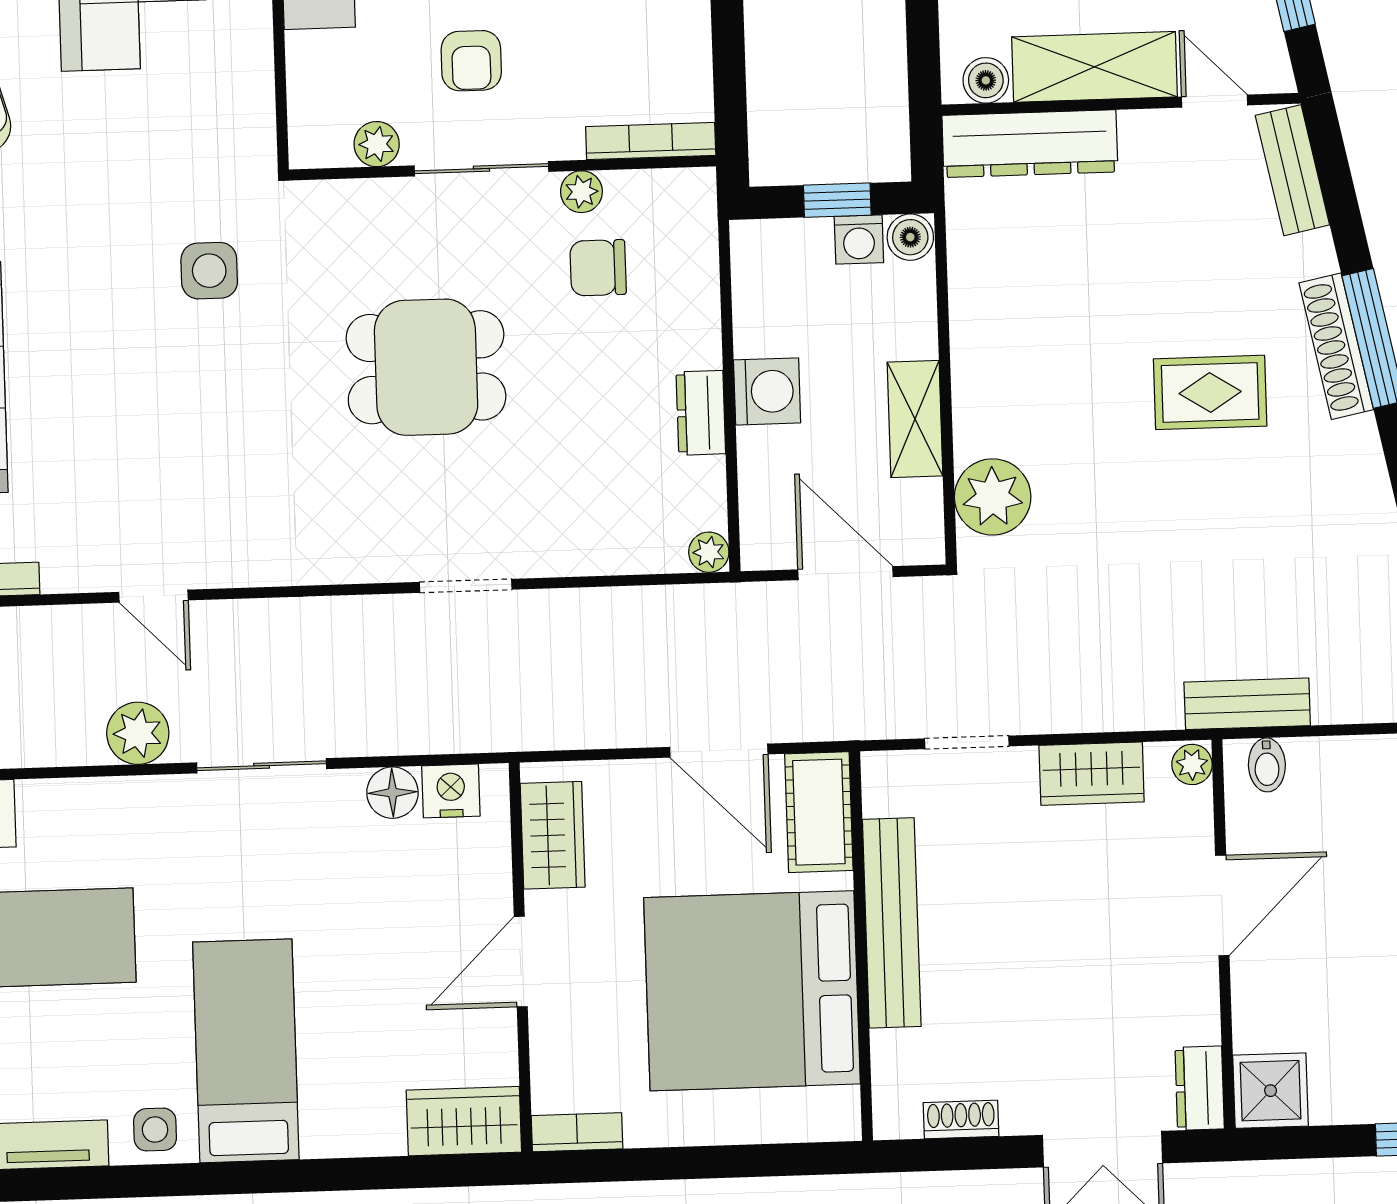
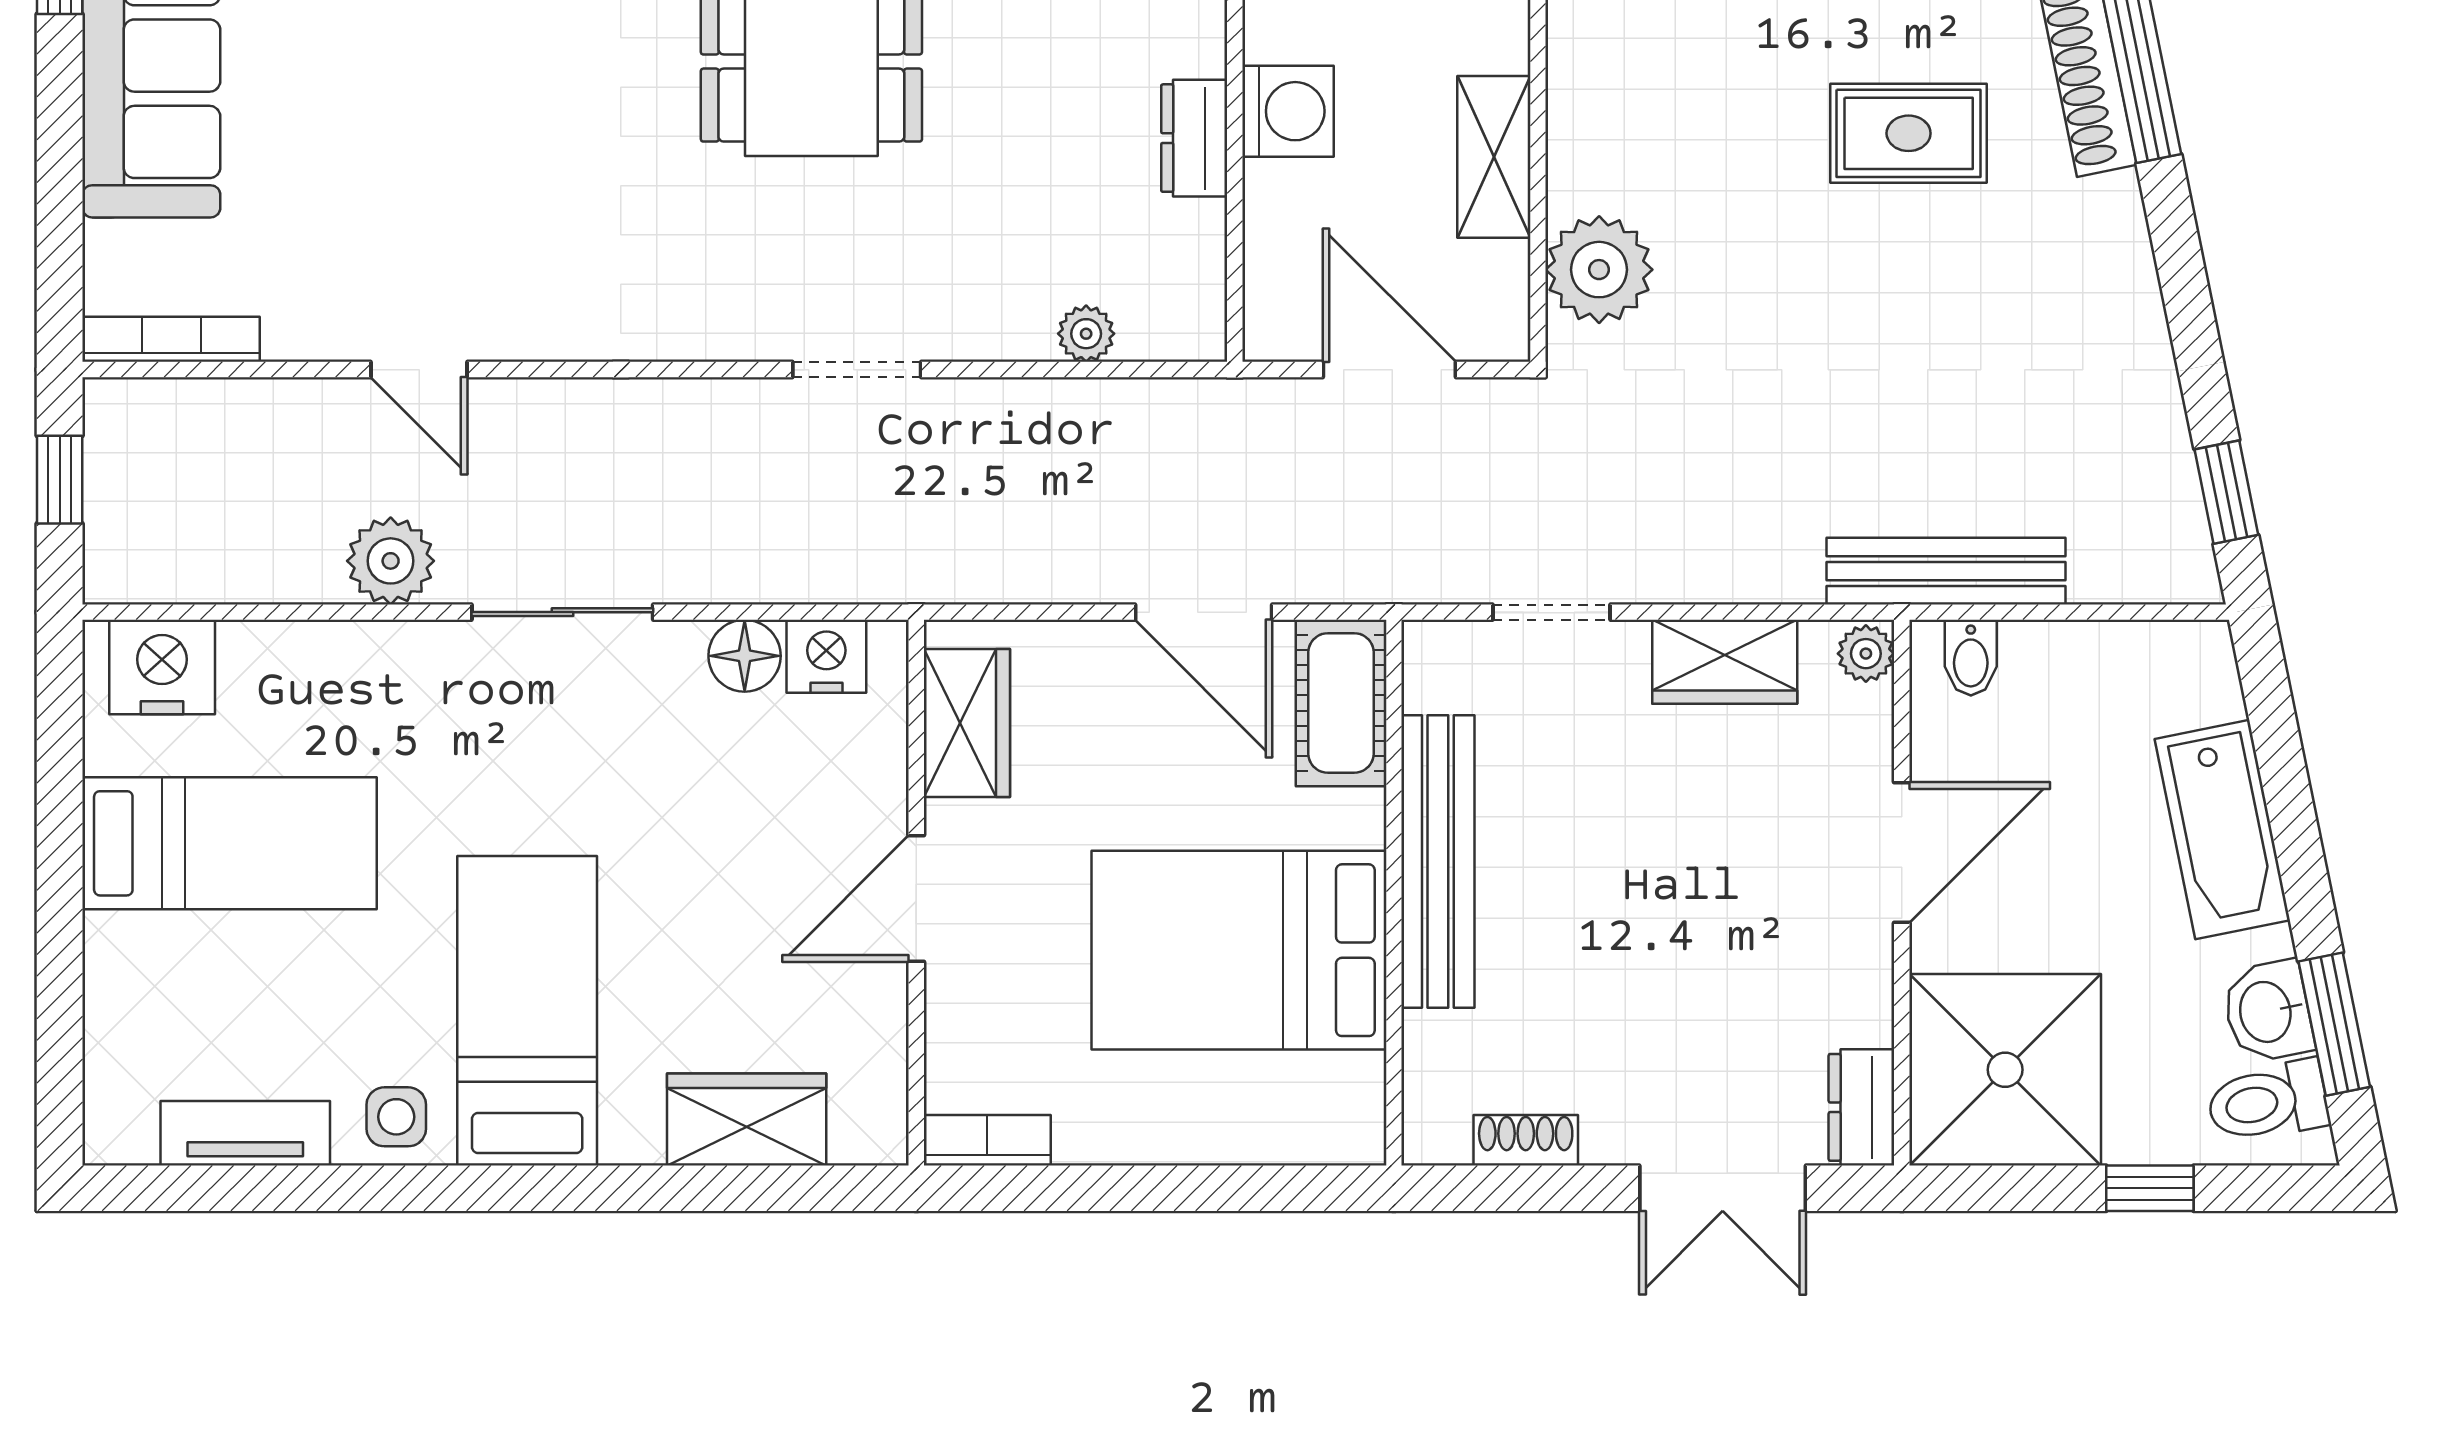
plant: (709, 552) -> (1086, 334), moved
bench: (1247, 704) -> (1946, 571), width x1.36
bed: (752, 991) -> (1239, 950), width x0.73
shower: (1271, 1091) -> (2005, 1070), width x1.86, depth x1.86
wardrobe: (464, 1121) -> (747, 1119), moved

